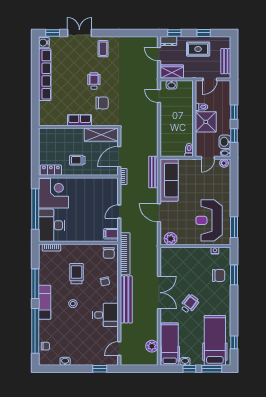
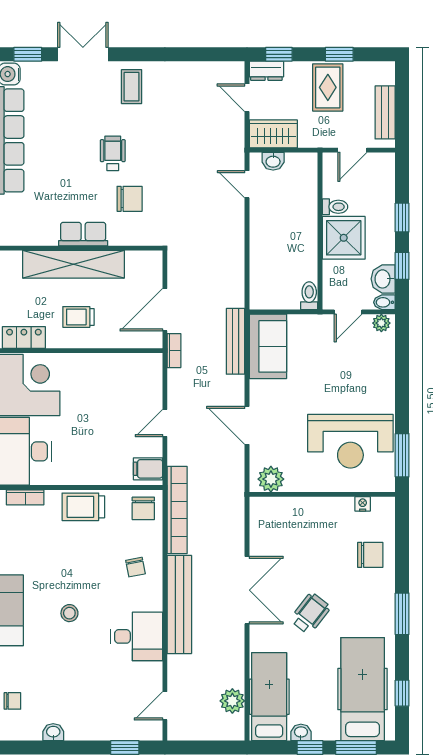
rug: (198, 49) -> (328, 87), turned 90
shelving: (101, 135) -> (73, 264), moved, width x1.47
sofa: (169, 180) -> (268, 346), width x0.73
reception desk: (209, 220) -> (350, 441), turned -90
trolley: (77, 274) -> (83, 507), moved, turned -90
window: (234, 275) -> (402, 614), moved

